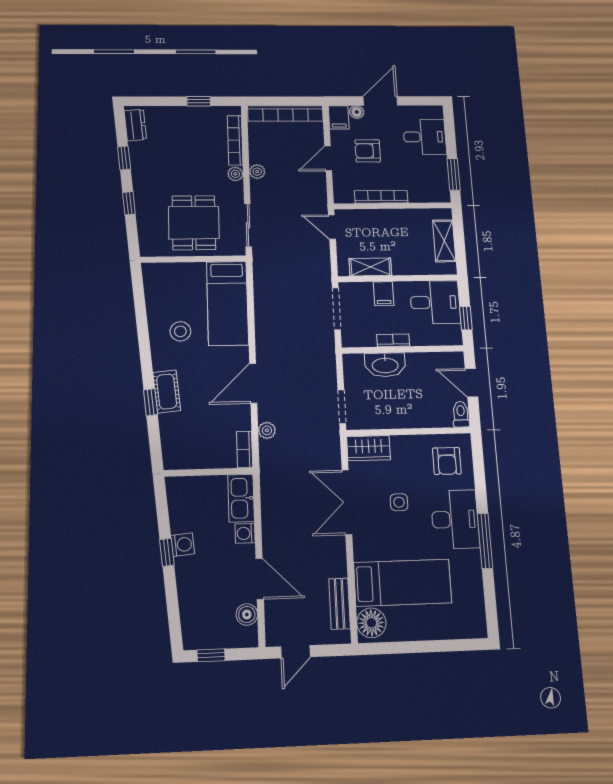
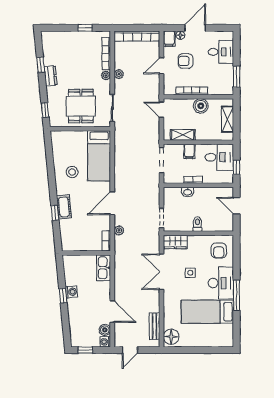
dresser: (135, 125) -> (51, 76), moved
window: (129, 203) -> (45, 110), moved
boiler: (398, 220) -> (201, 106), added
washbasin: (385, 365) -> (188, 192), width x0.52, depth x0.69
toilet: (461, 414) -> (197, 224), moved
washing machine: (245, 533) -> (105, 342), moved
bed: (403, 583) -> (207, 312), moved, turned 180

